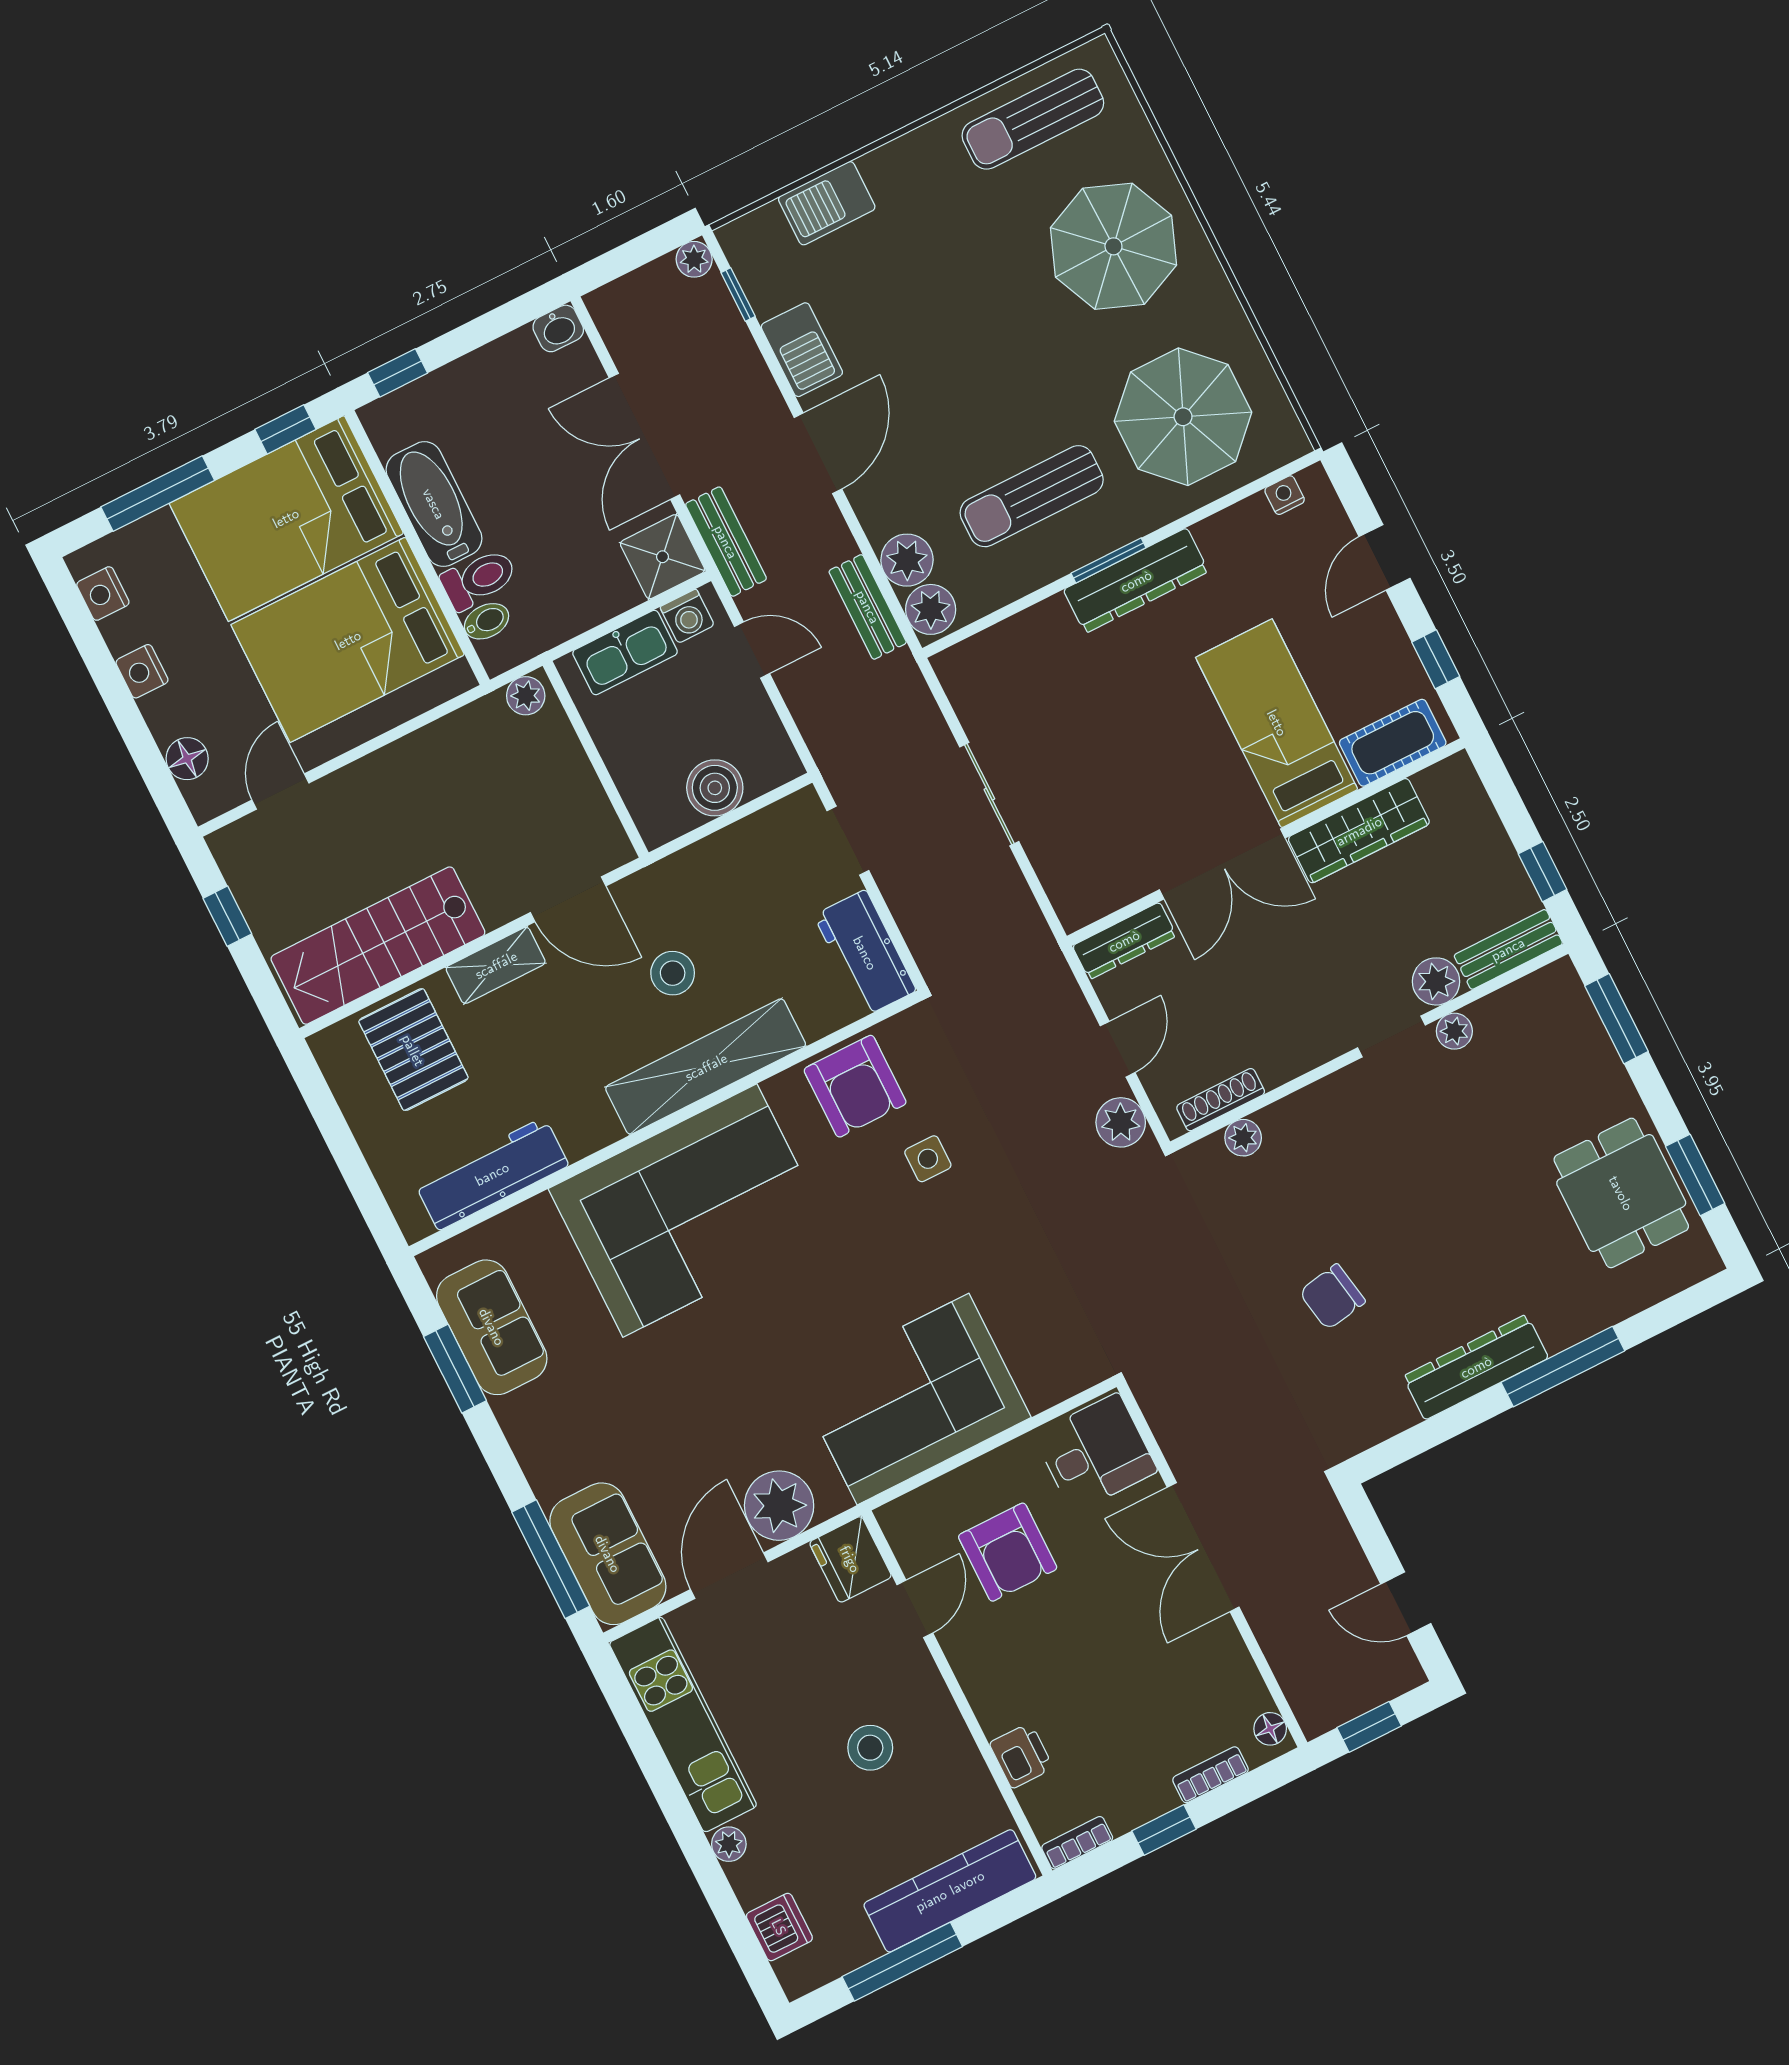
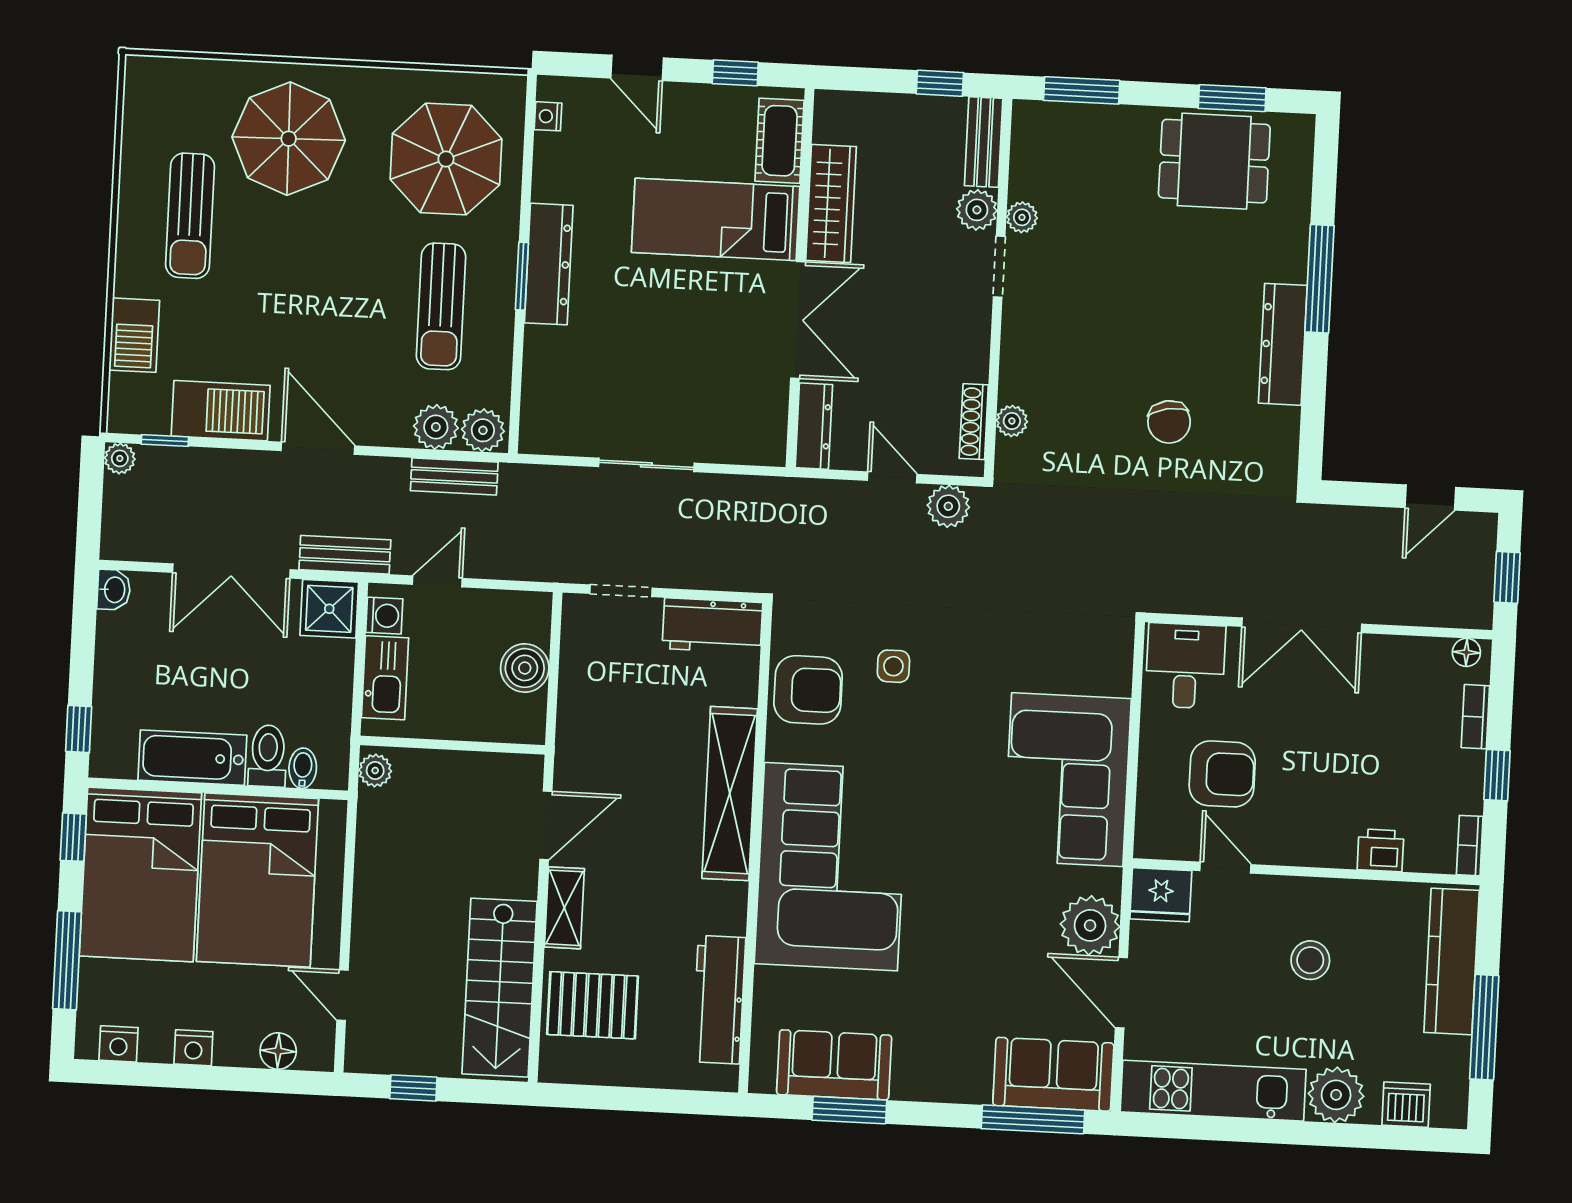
sun lounger: (1033, 119) -> (190, 216), moved
barbecue: (802, 350) -> (221, 411), width x1.37, depth x1.21
stool: (673, 973) -> (646, 779), removed
plant: (729, 1844) -> (1336, 1095), width x1.88, depth x1.88

